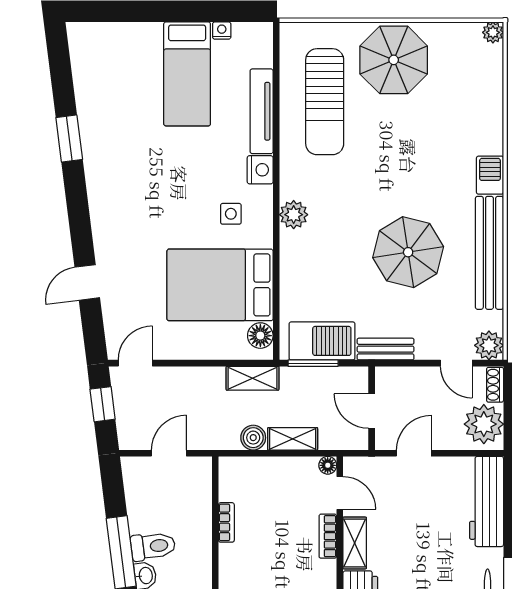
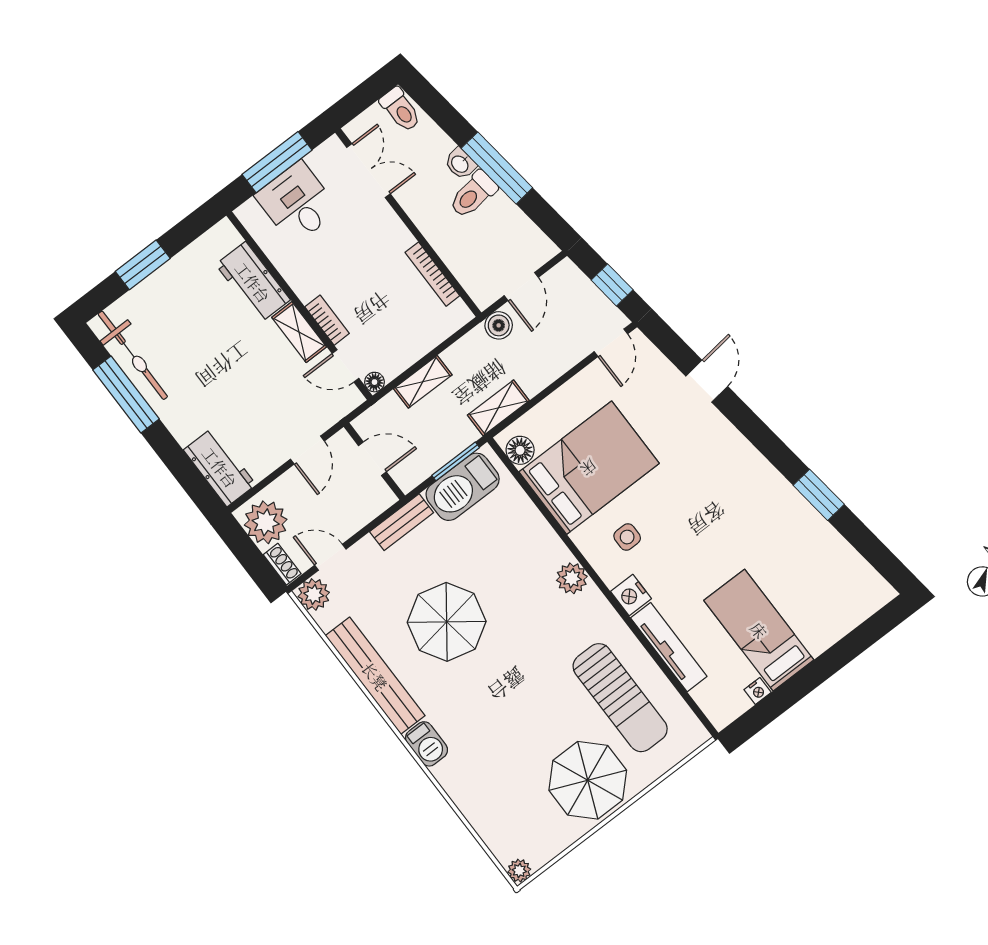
sun lounger: (325, 102) -> (620, 698), turned 180
boiler: (253, 438) -> (499, 325), moved
workbench: (487, 501) -> (220, 467), width x0.73
bookcase: (226, 522) -> (432, 274), width x1.56

